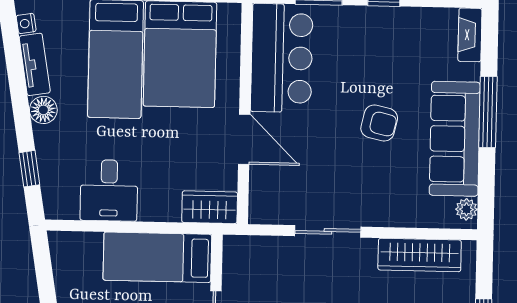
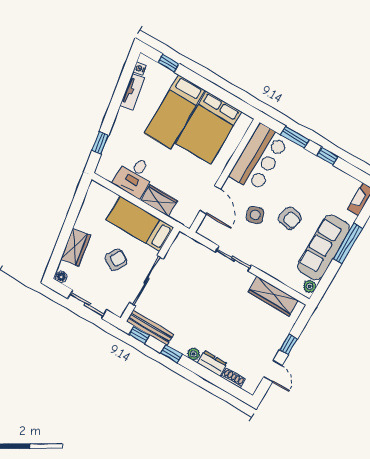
floor lamp: (43, 110) -> (124, 117), removed
door: (244, 139) -> (210, 200), moved
side table: (324, 147) -> (255, 215), added
wardrobe: (210, 207) -> (159, 200), moved

